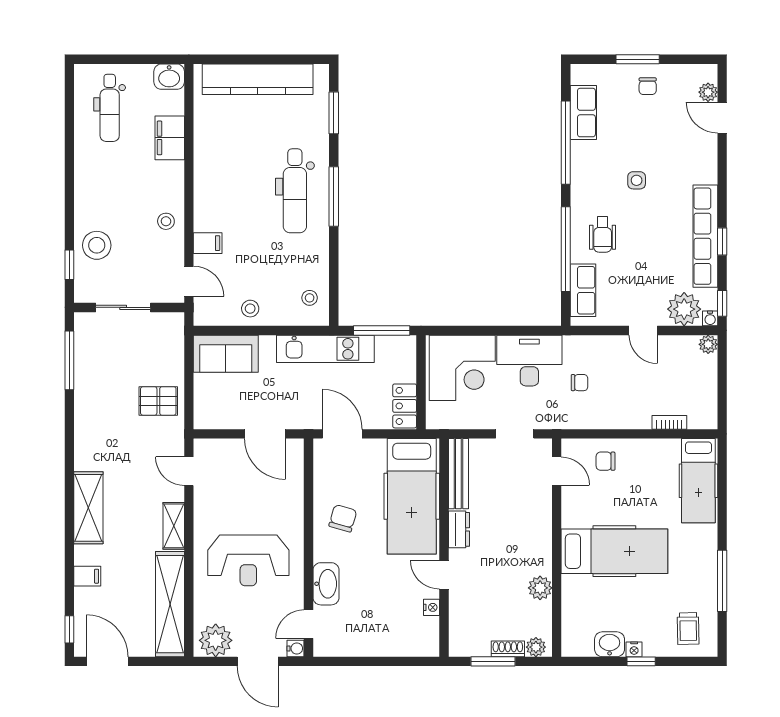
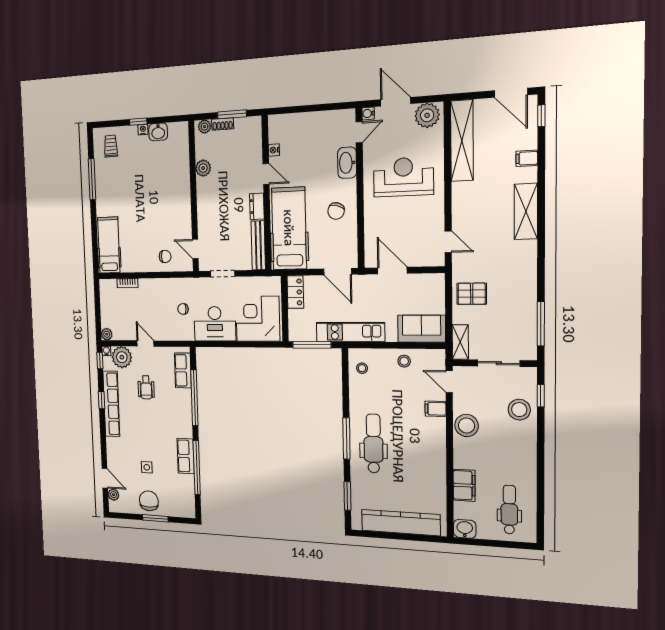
chair: (648, 86) -> (149, 501), width x1.87, depth x1.87
row of seats: (583, 113) -> (186, 456), moved
side table: (637, 180) -> (147, 467), moved
stool: (166, 221) -> (467, 426), width x1.89, depth x1.89
wheelchair: (603, 234) -> (146, 387), moved, turned 180
shelving: (174, 526) -> (460, 342), moved
hospital bed: (614, 551) -> (157, 196), removed

